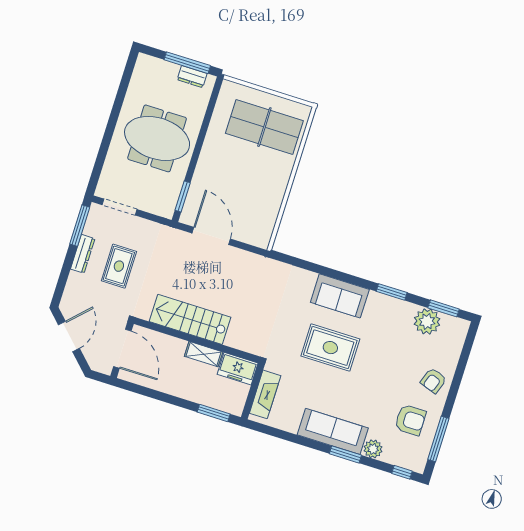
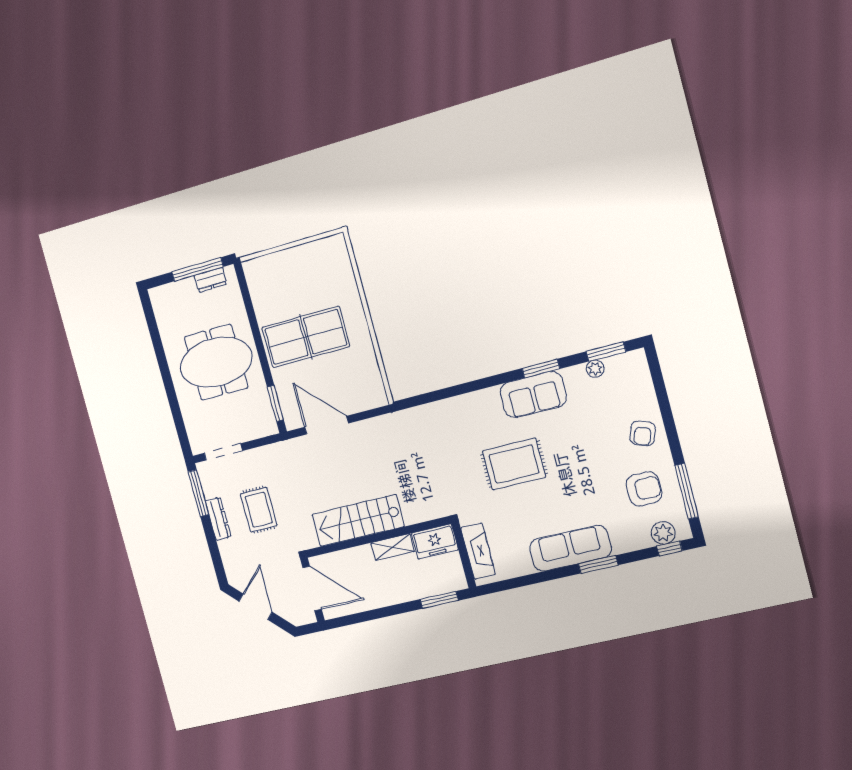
table tennis table: (264, 127) -> (306, 337), moved
sofa: (340, 296) -> (533, 395), moved
plant: (427, 321) -> (595, 369), width x0.53, depth x0.53
plant: (373, 449) -> (663, 533), moved

